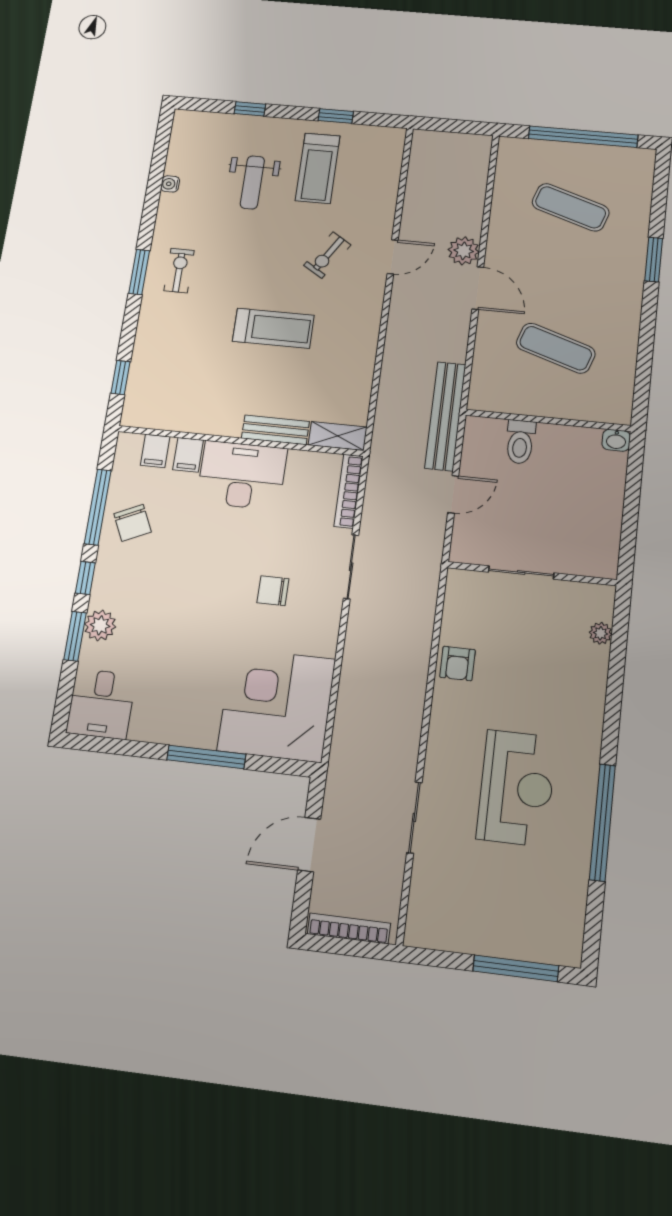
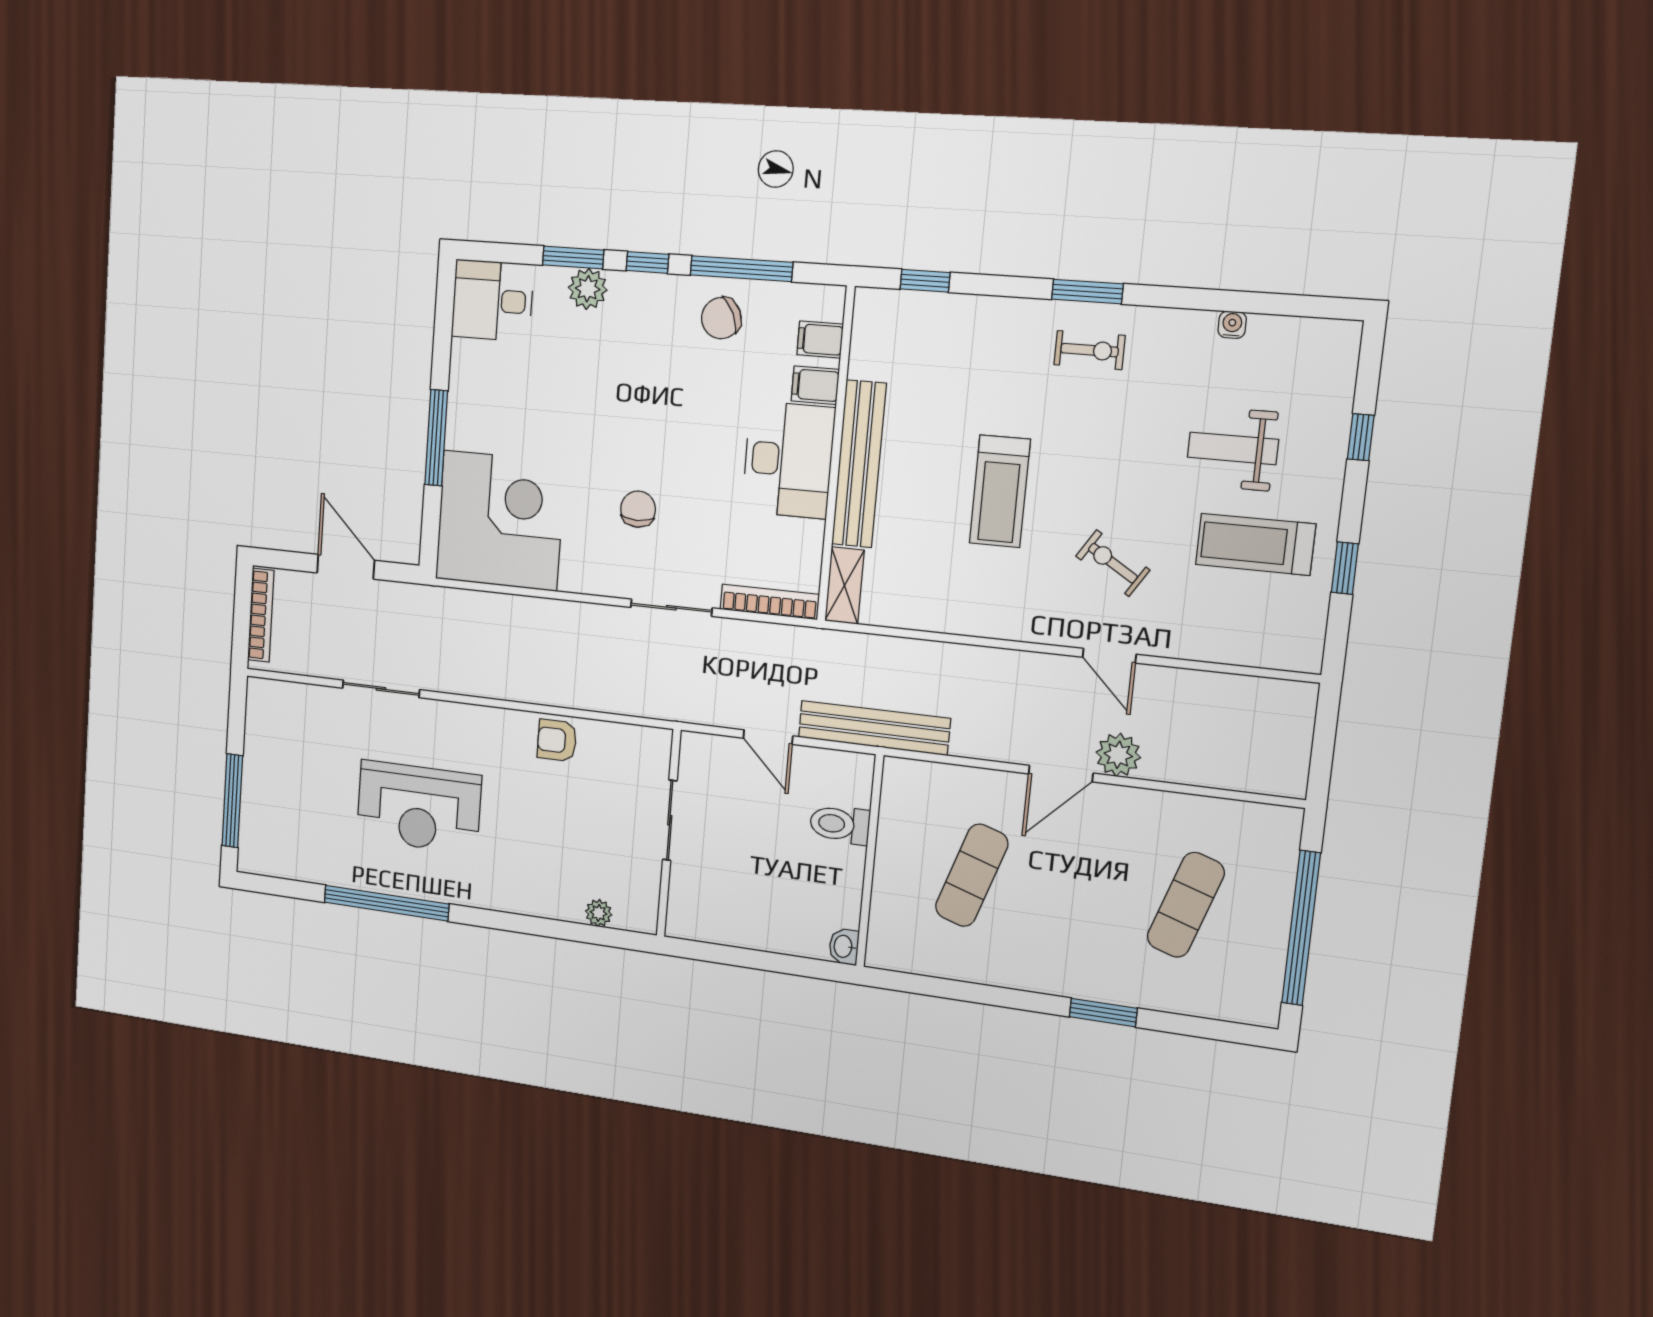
bench: (275, 430) -> (859, 464), width x1.86, depth x1.21

